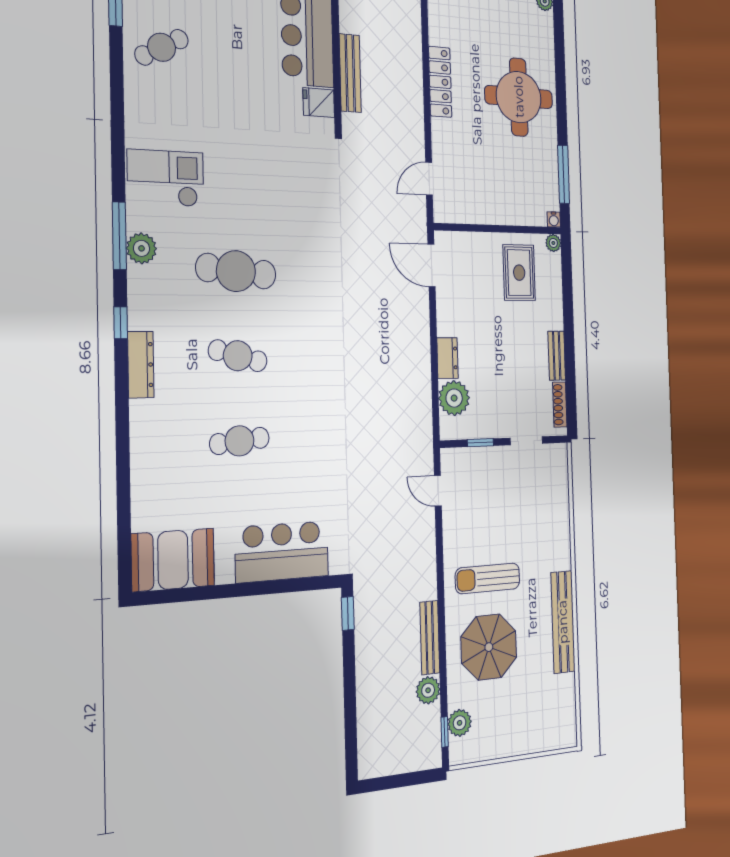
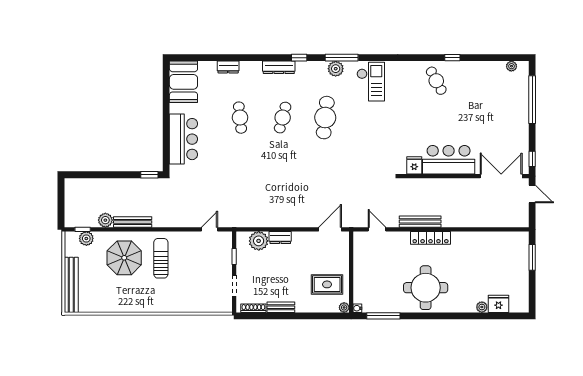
bench: (350, 73) -> (420, 222), moved
dresser: (142, 469) -> (228, 67), added
bench: (563, 622) -> (71, 285), moved, turned 90

